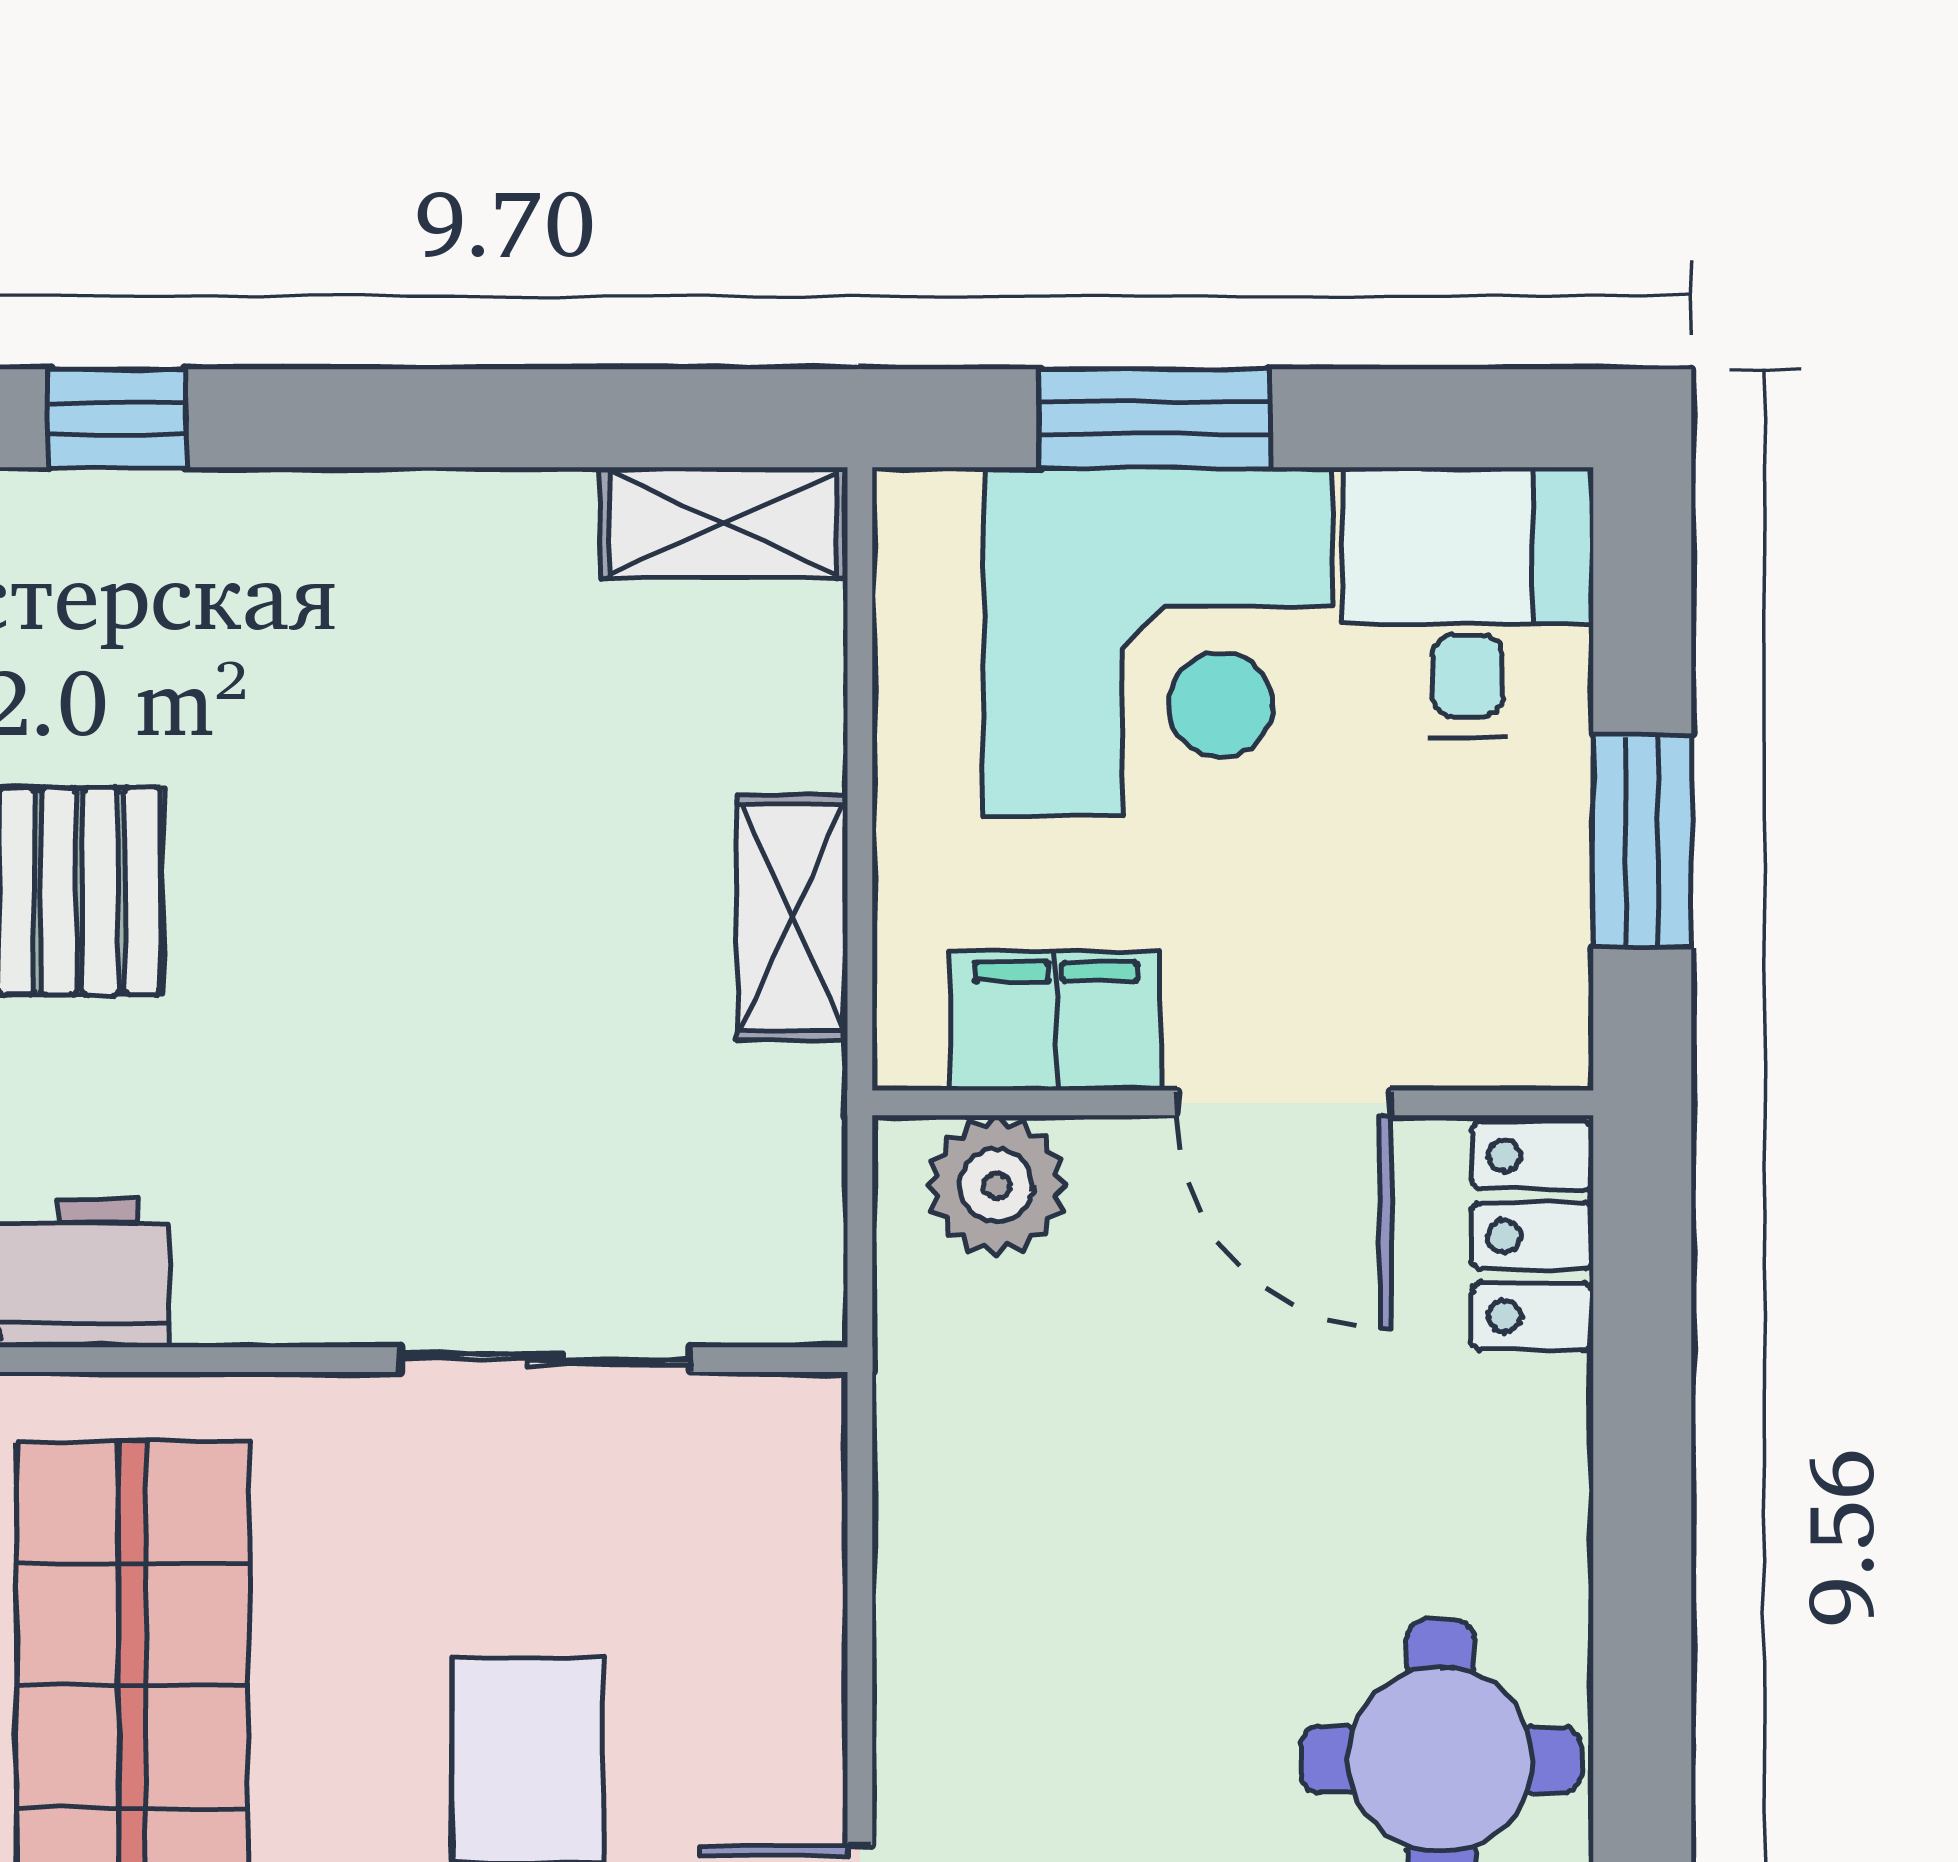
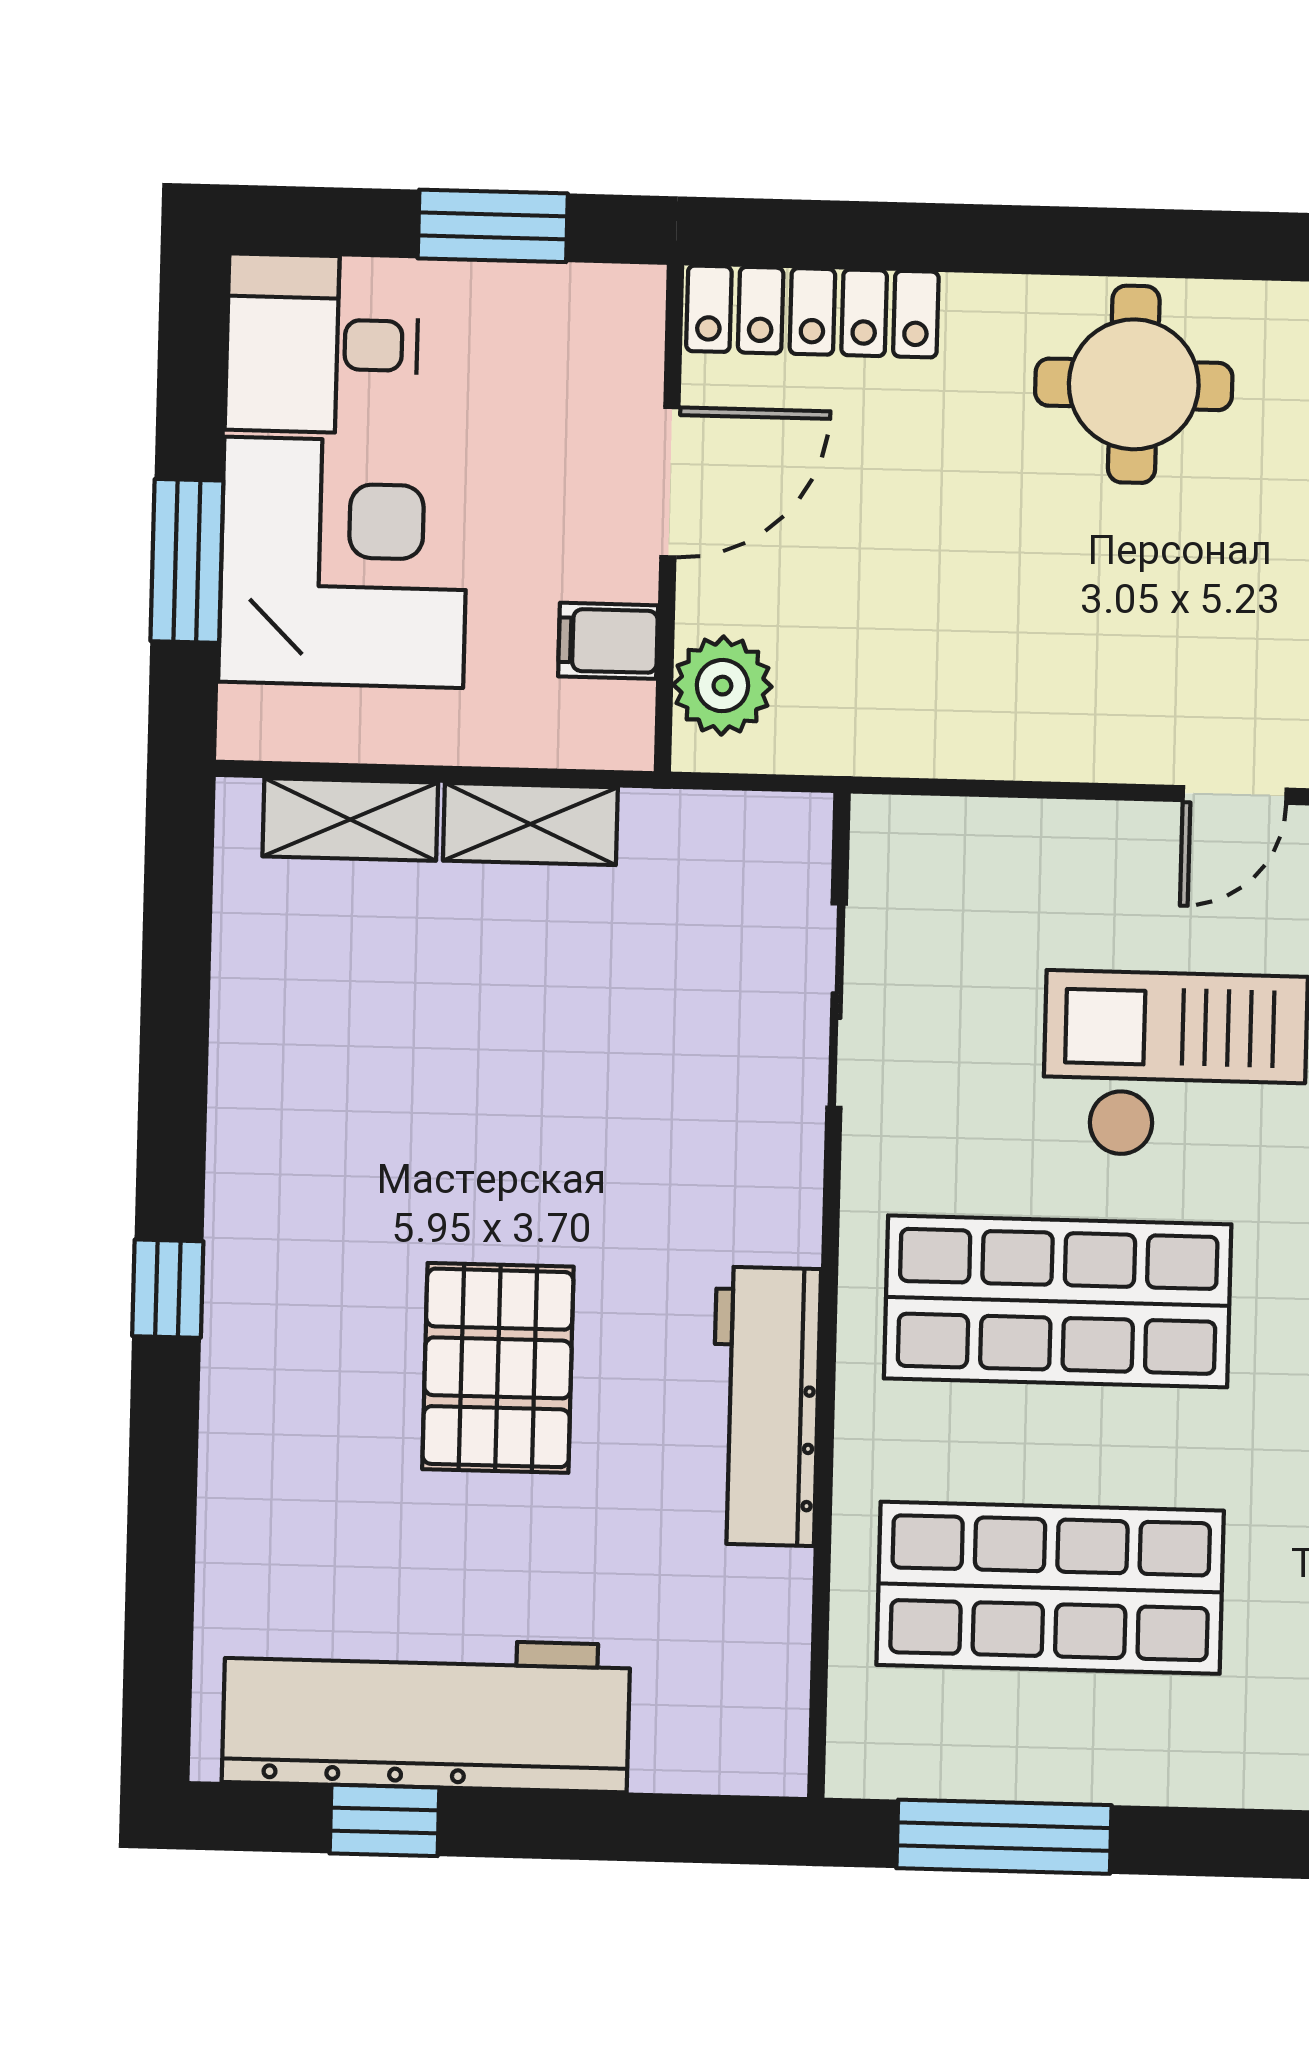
shelving: (724, 523) -> (350, 820), moved, turned 90
filing cabinet: (1056, 1021) -> (608, 641), width x0.50
locker: (1532, 1236) -> (812, 311), width x1.53

